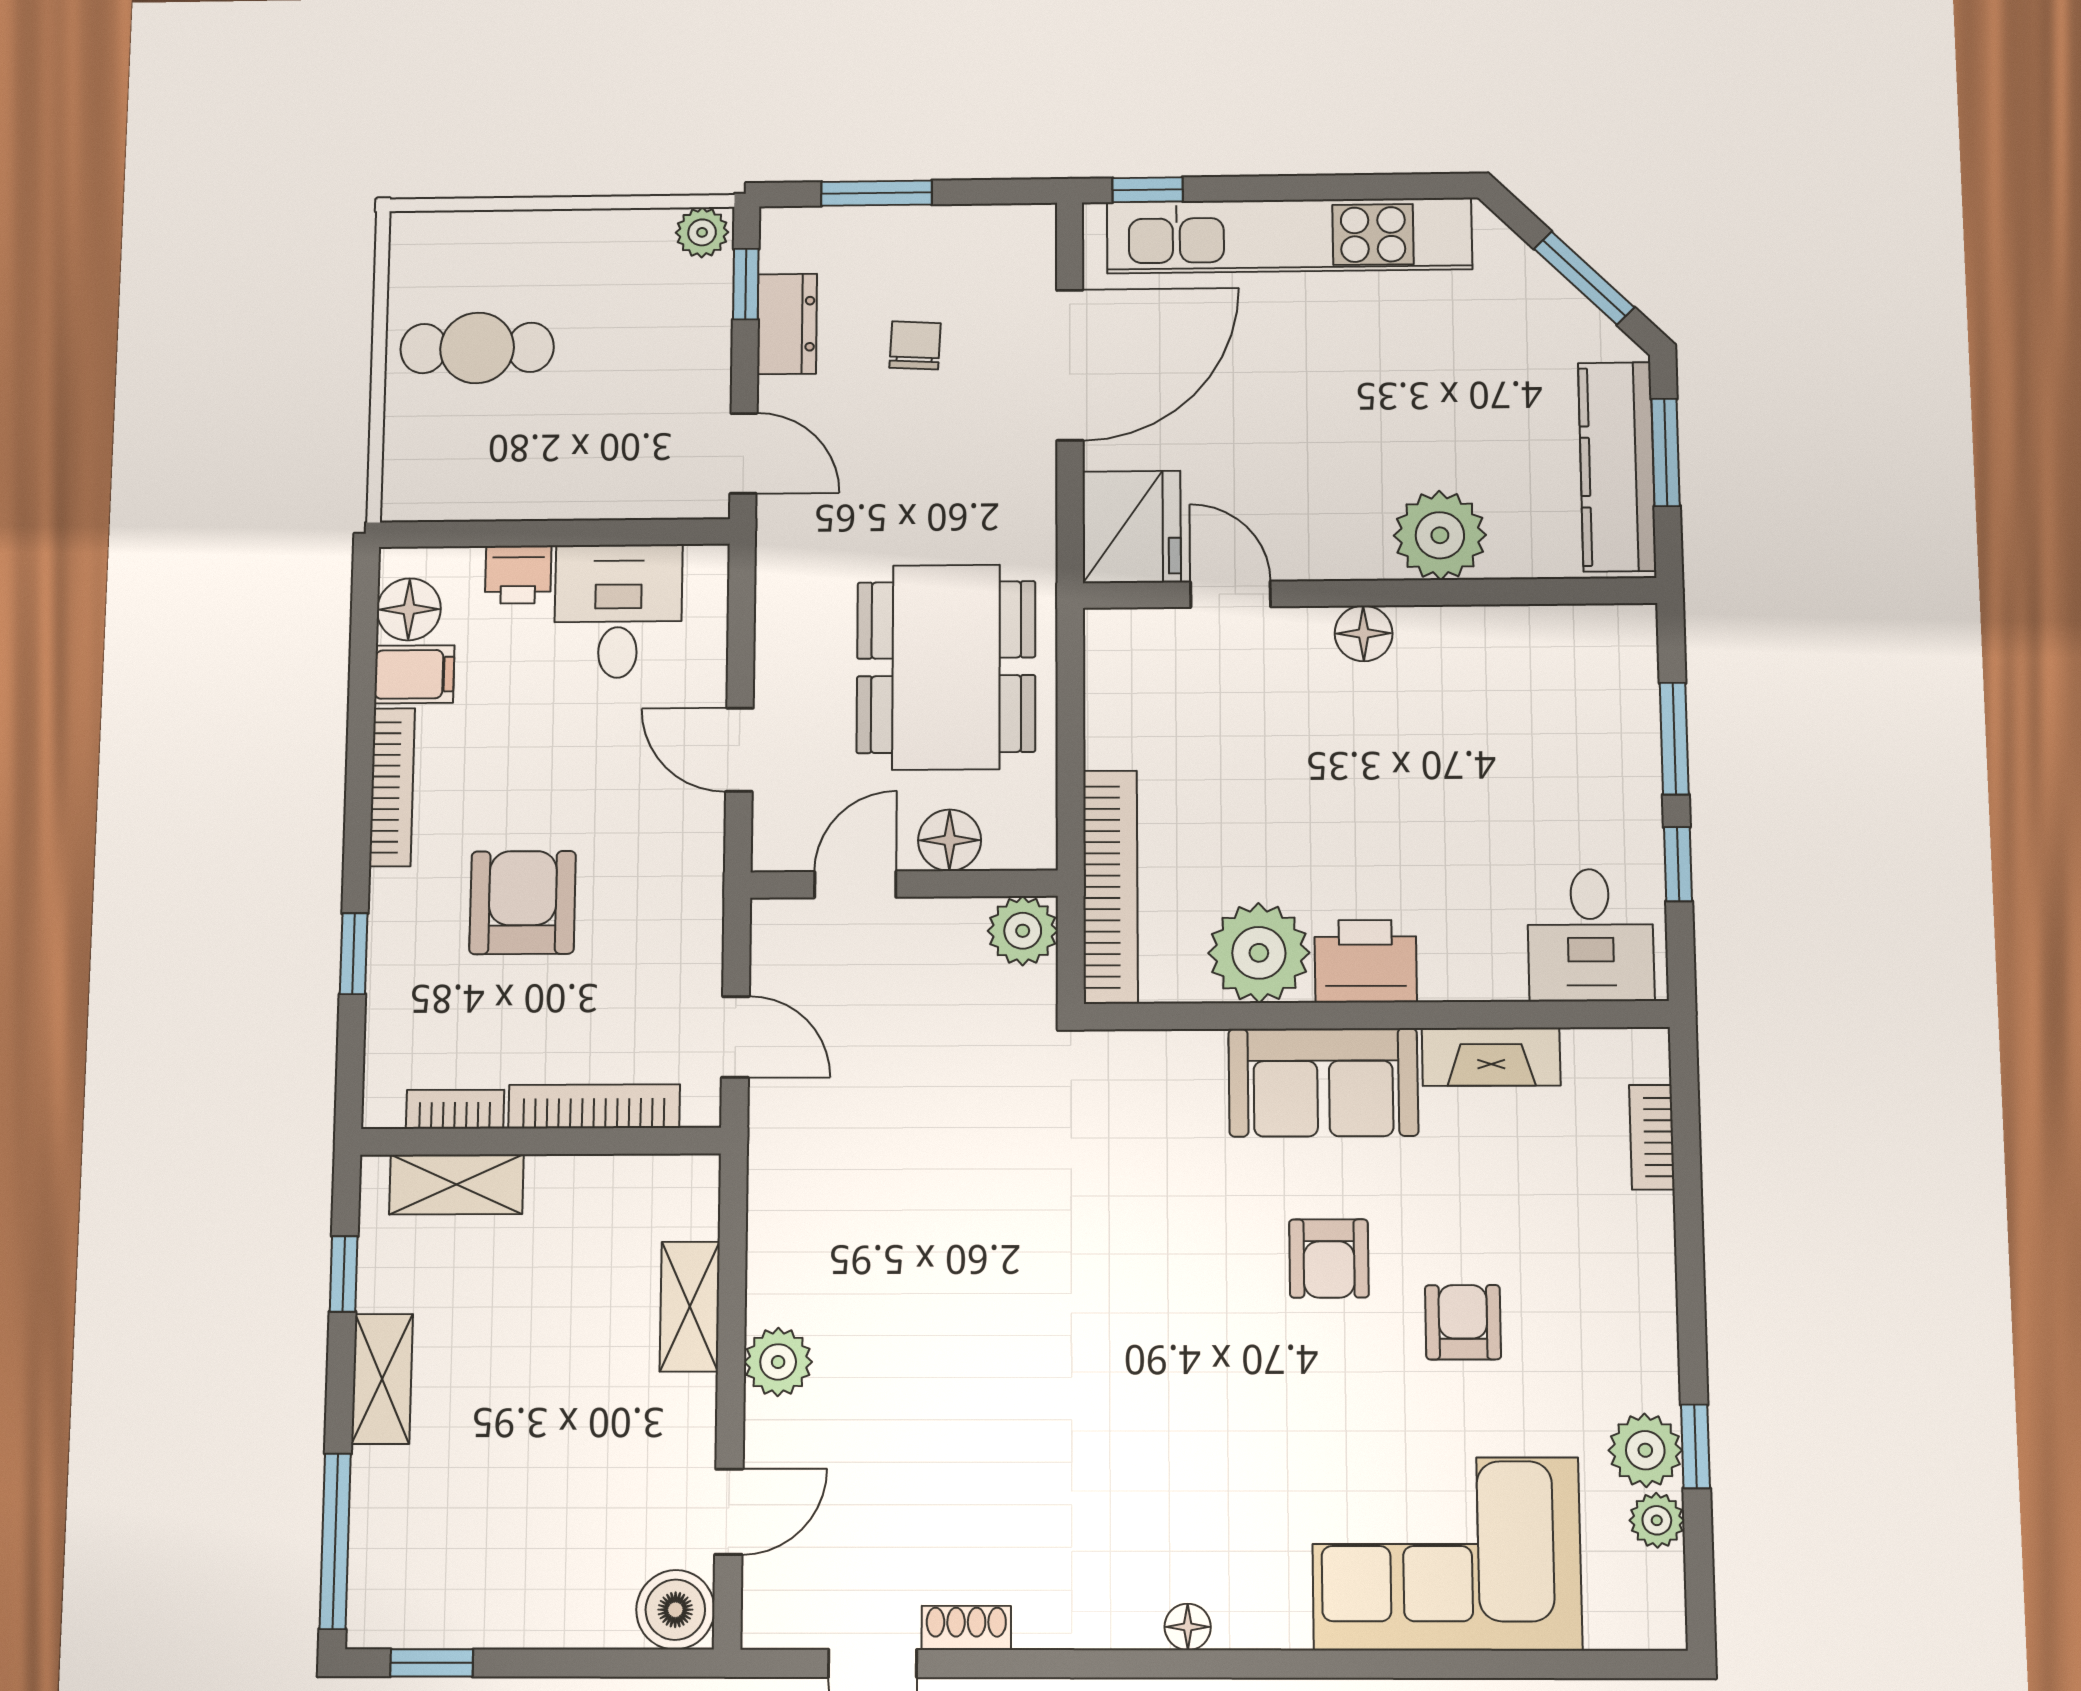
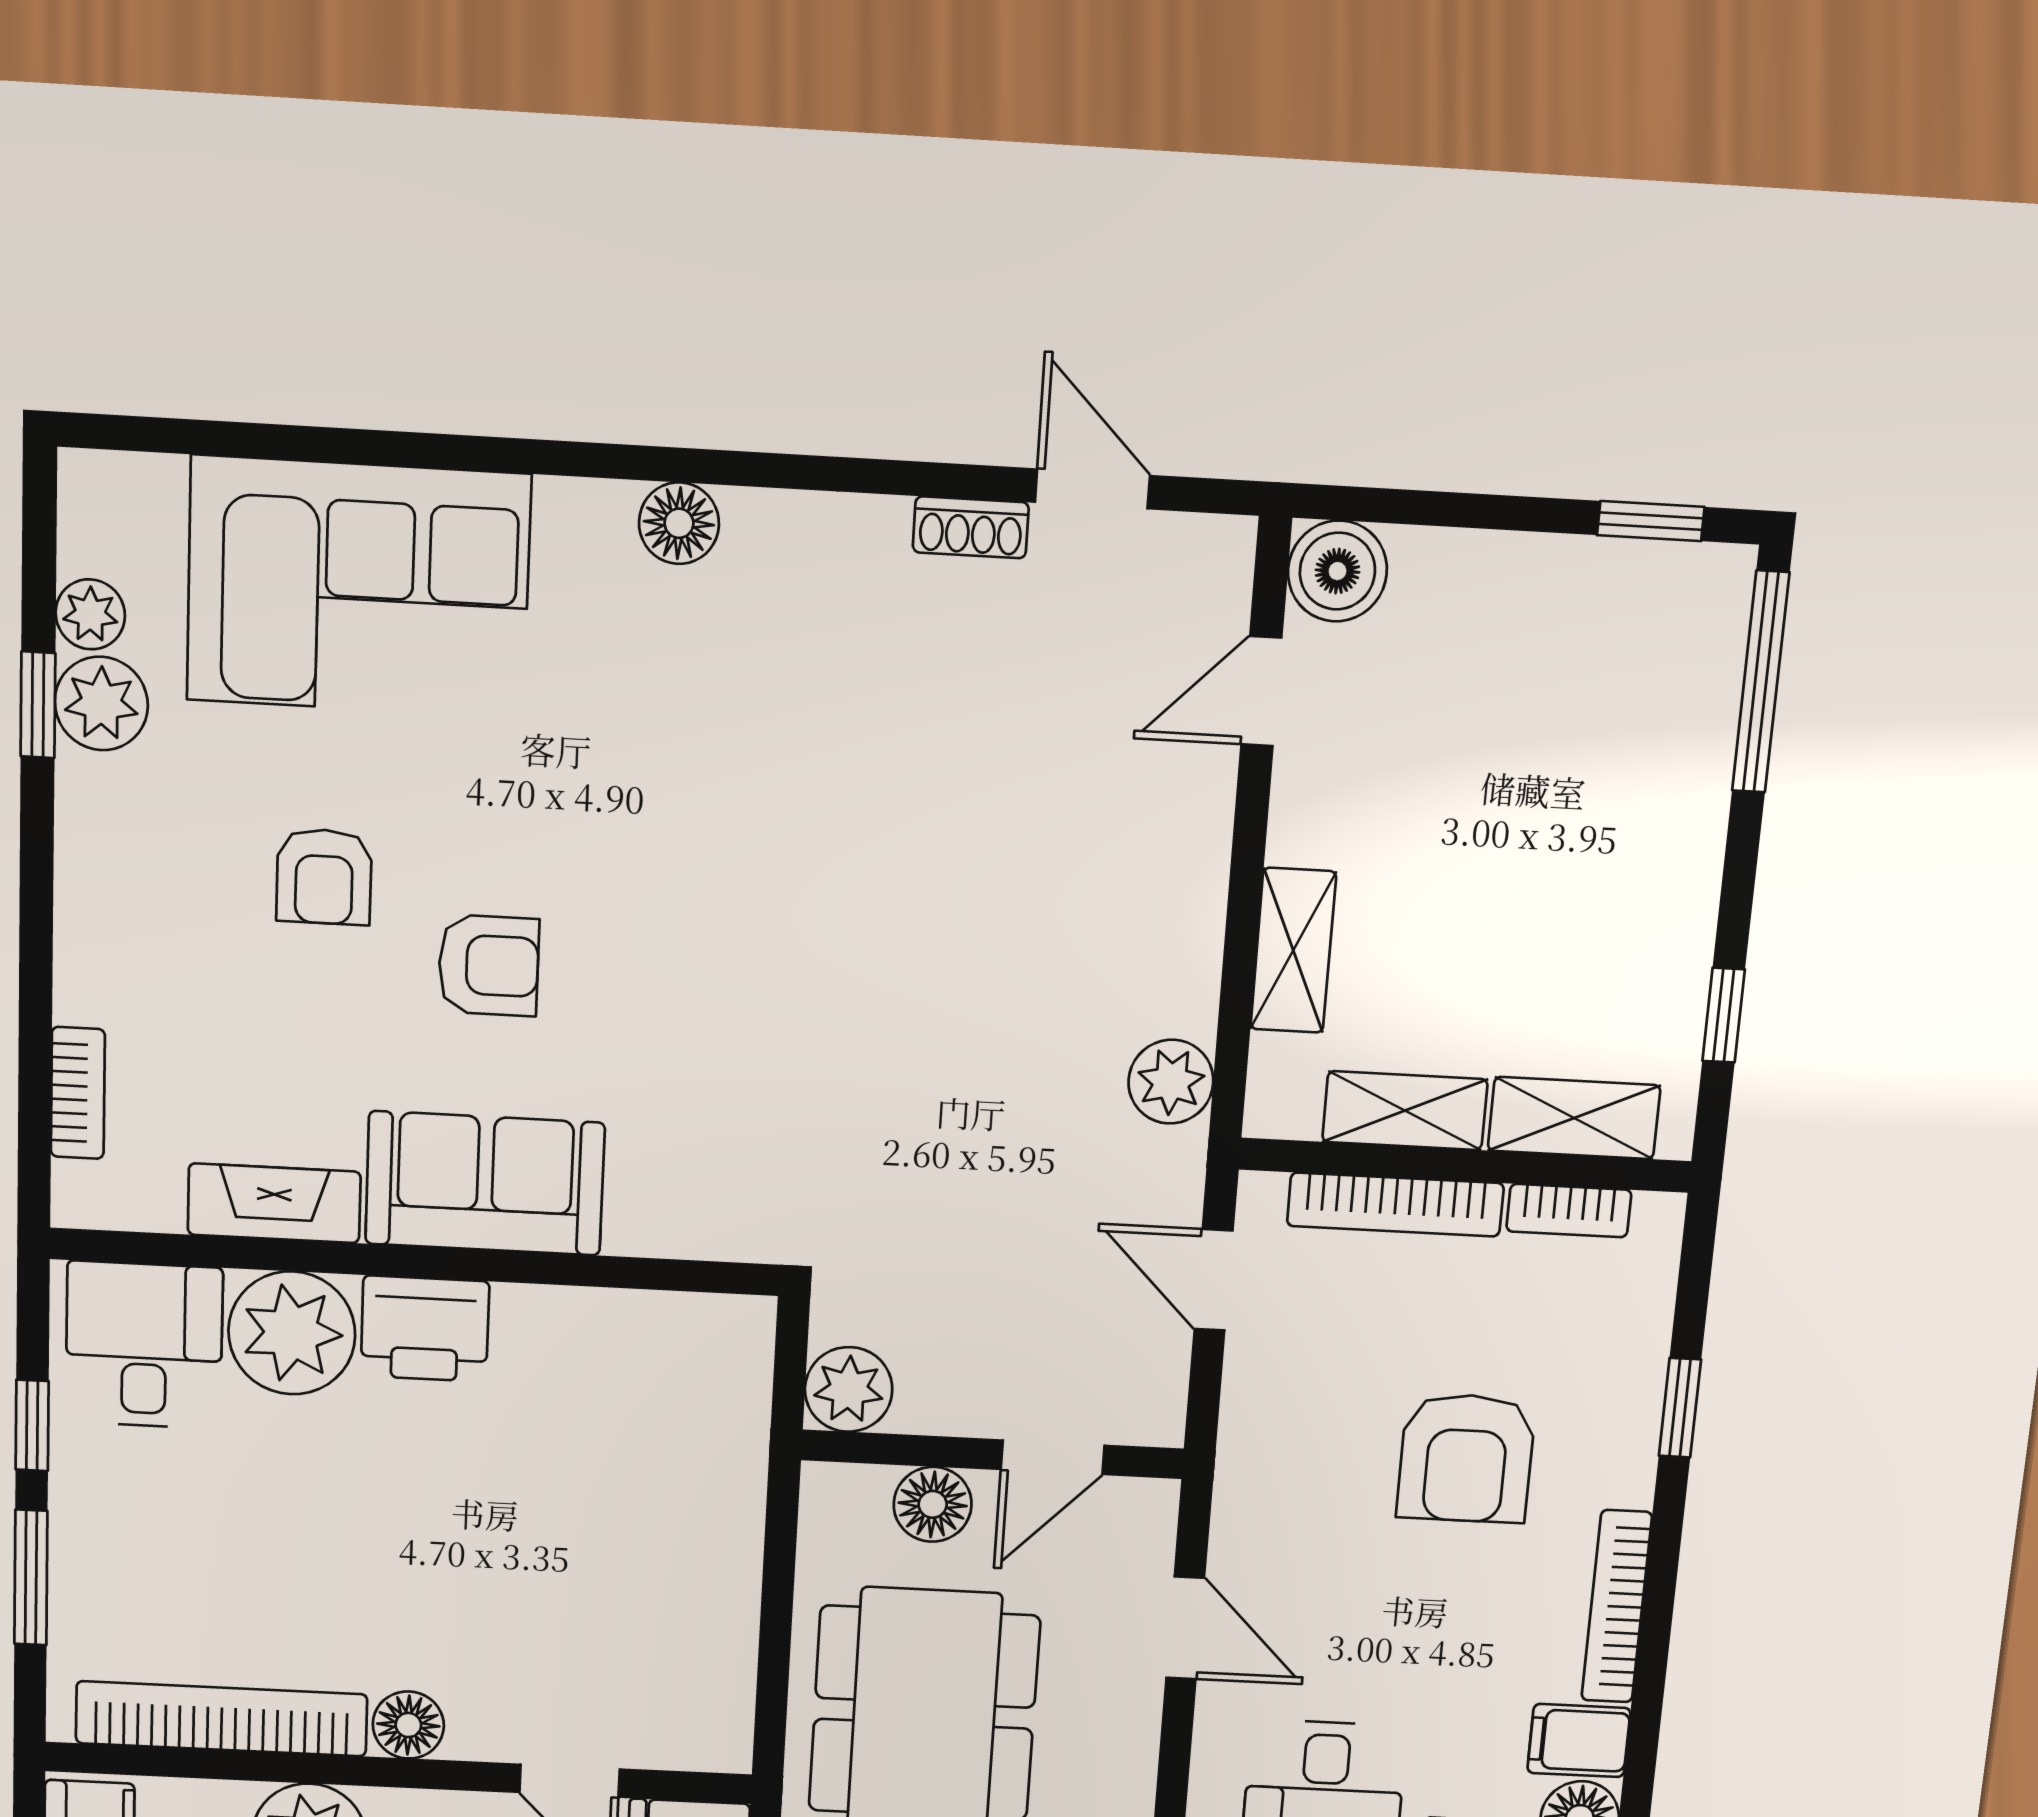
bookcase: (1110, 887) -> (222, 1719), moved, turned 90
plant: (1259, 953) -> (292, 1333), moved
armchair: (1329, 1258) -> (488, 965), turned 90
plant: (778, 1362) -> (1171, 1082), moved
shelving: (382, 1379) -> (1405, 1111), moved, turned 90
floor lamp: (1188, 1627) -> (679, 523), width x1.37, depth x1.37

